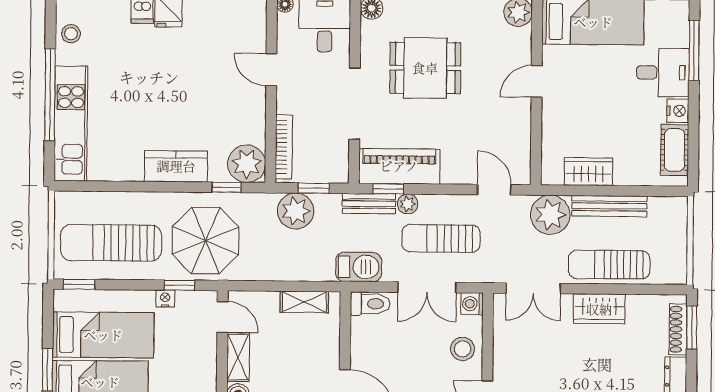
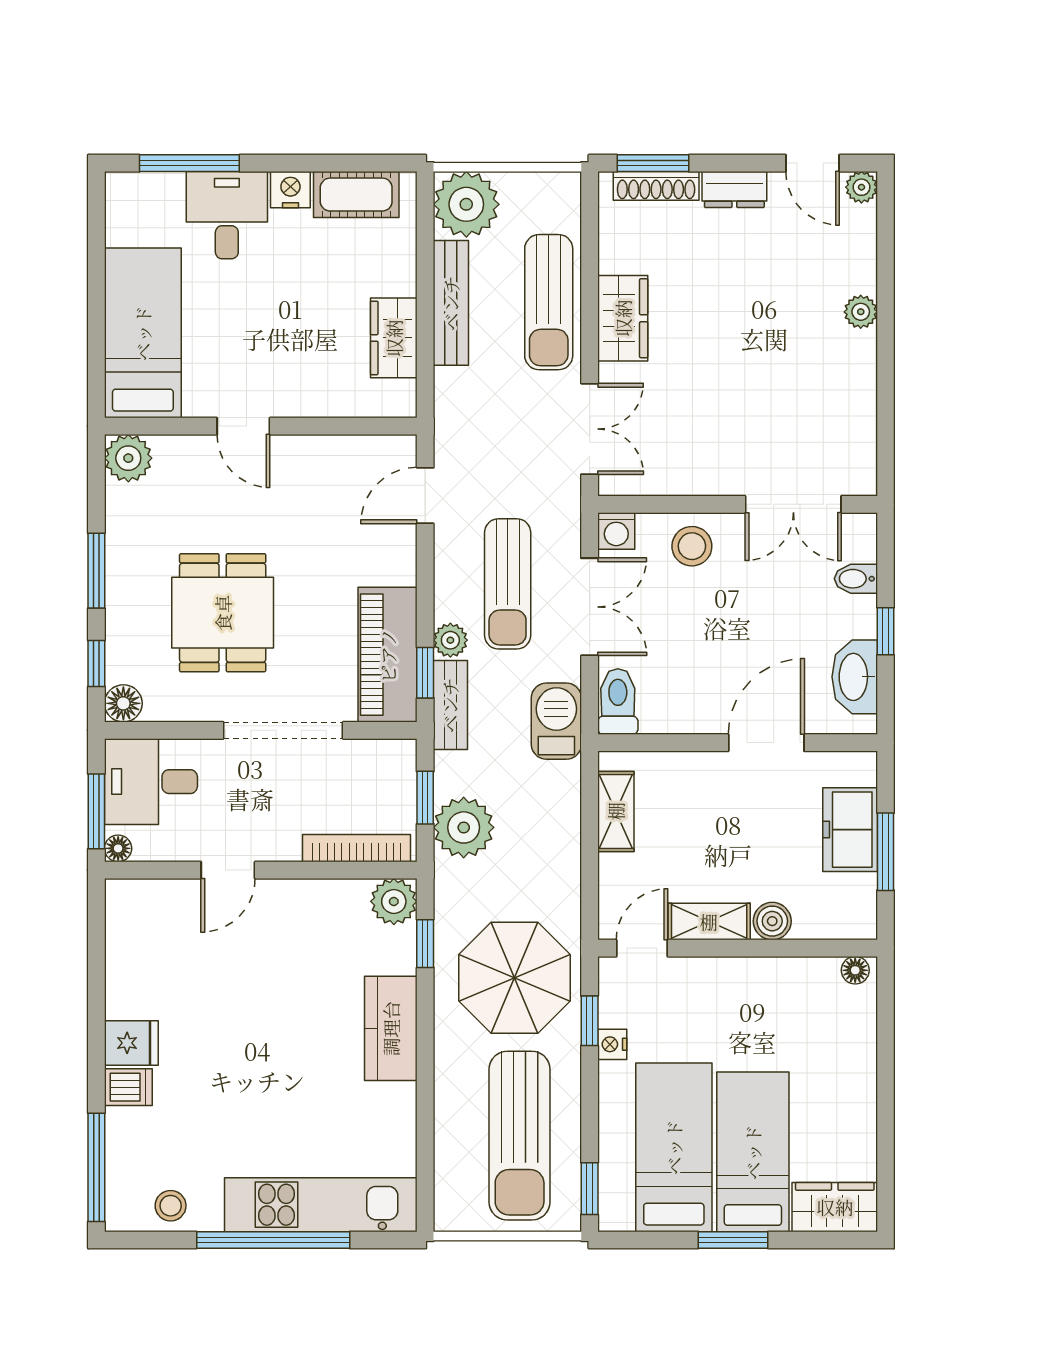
plant: (247, 164) -> (394, 901), width x0.73, depth x0.73
plant: (550, 215) -> (466, 204), moved

